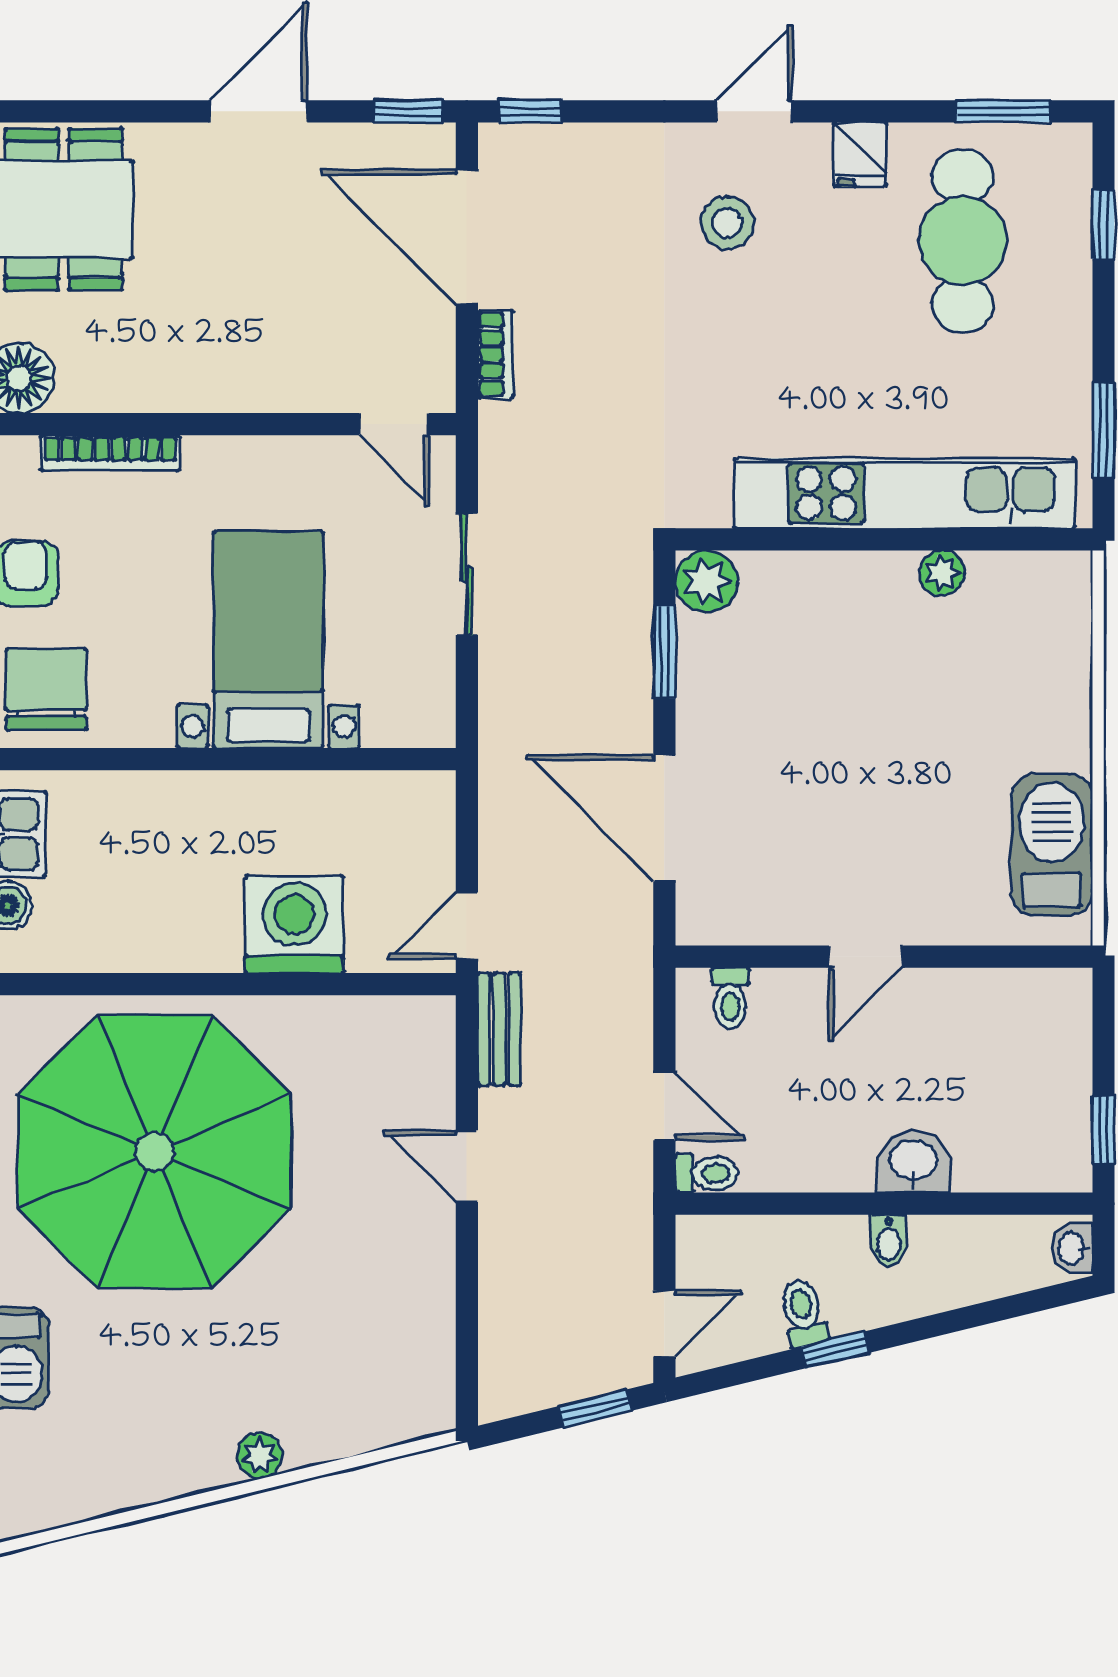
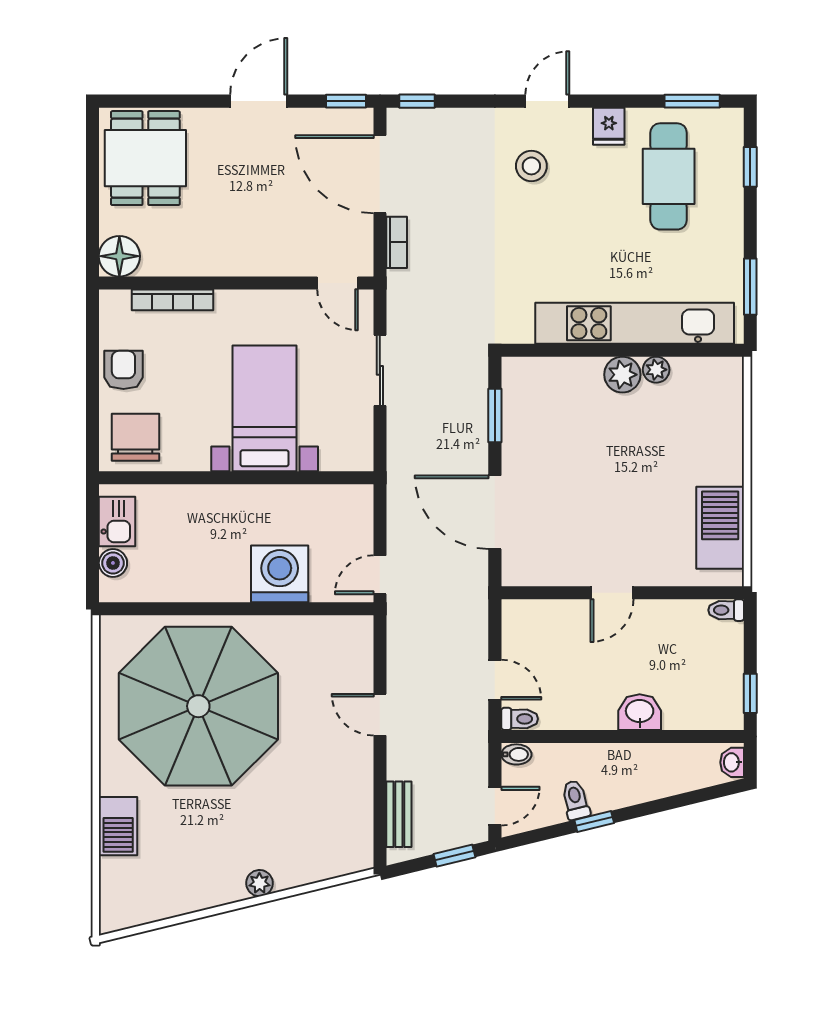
plant: (706, 582) -> (622, 375), moved
toilet: (730, 998) -> (726, 610), moved, turned 90
bench: (499, 1029) -> (399, 814), moved
bidet: (888, 1241) -> (516, 754), moved, turned -90

